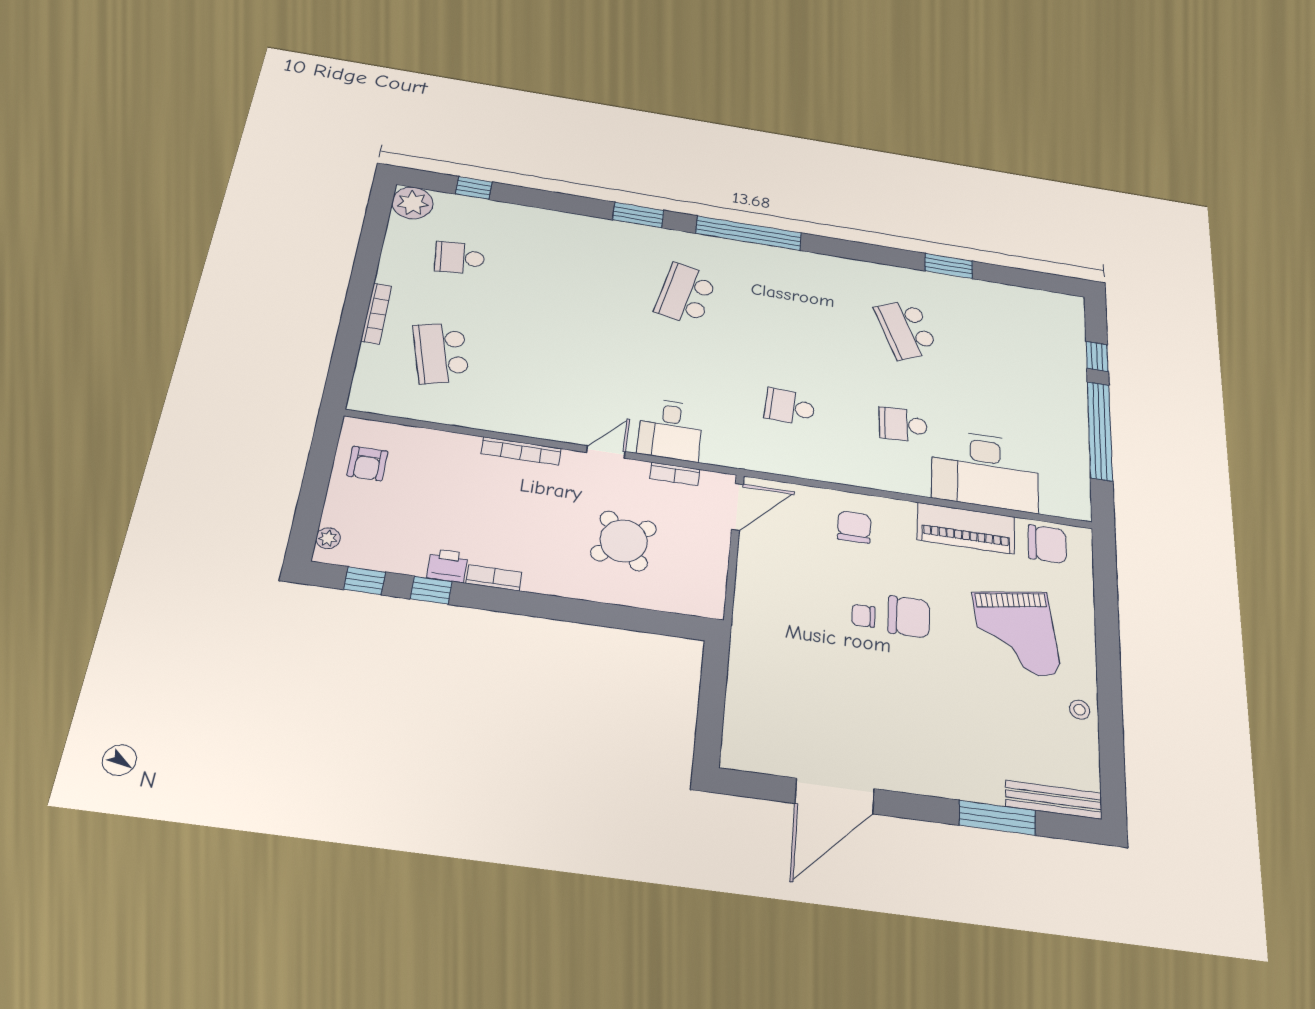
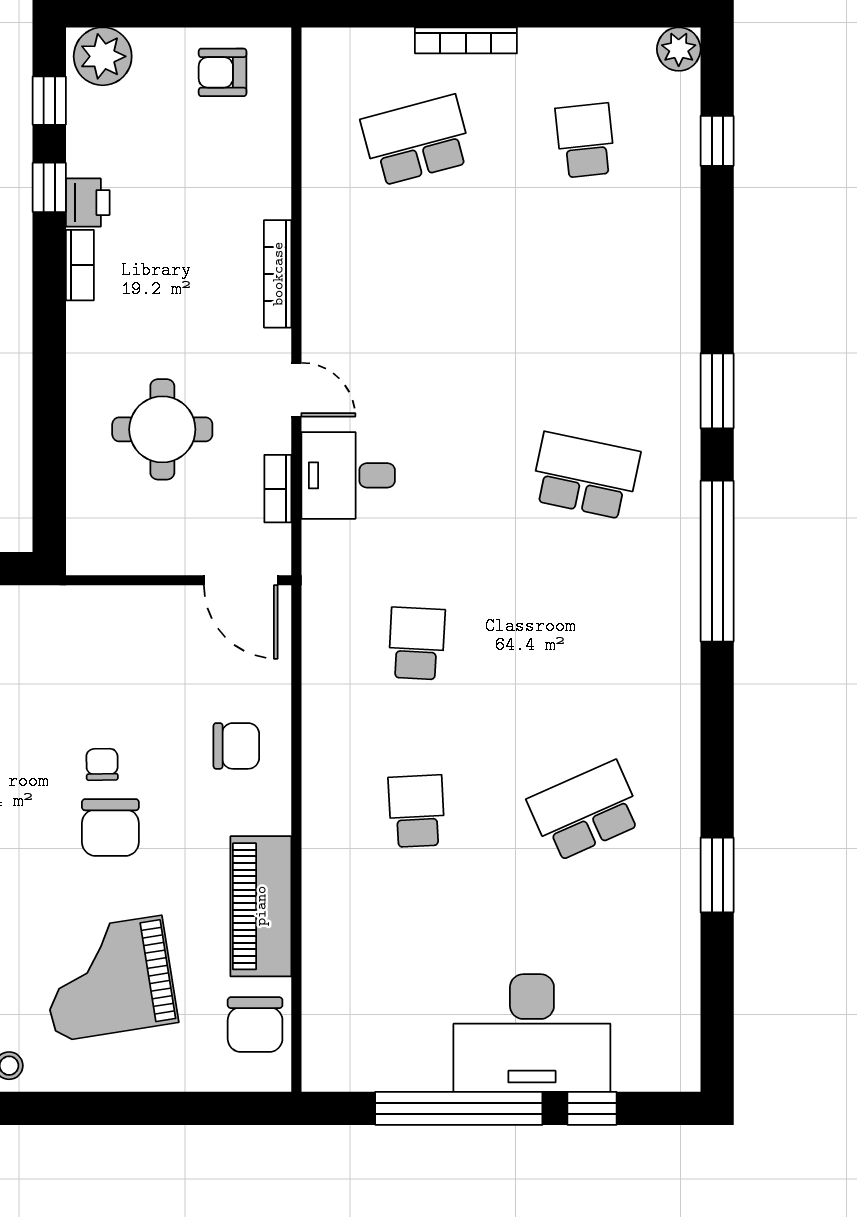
plant: (413, 203) -> (679, 49), width x0.73, depth x0.73
desk: (985, 471) -> (532, 1033), moved, turned -90
plant: (328, 538) -> (103, 56), width x1.88, depth x1.88
round table: (624, 541) -> (162, 429), turned 38

